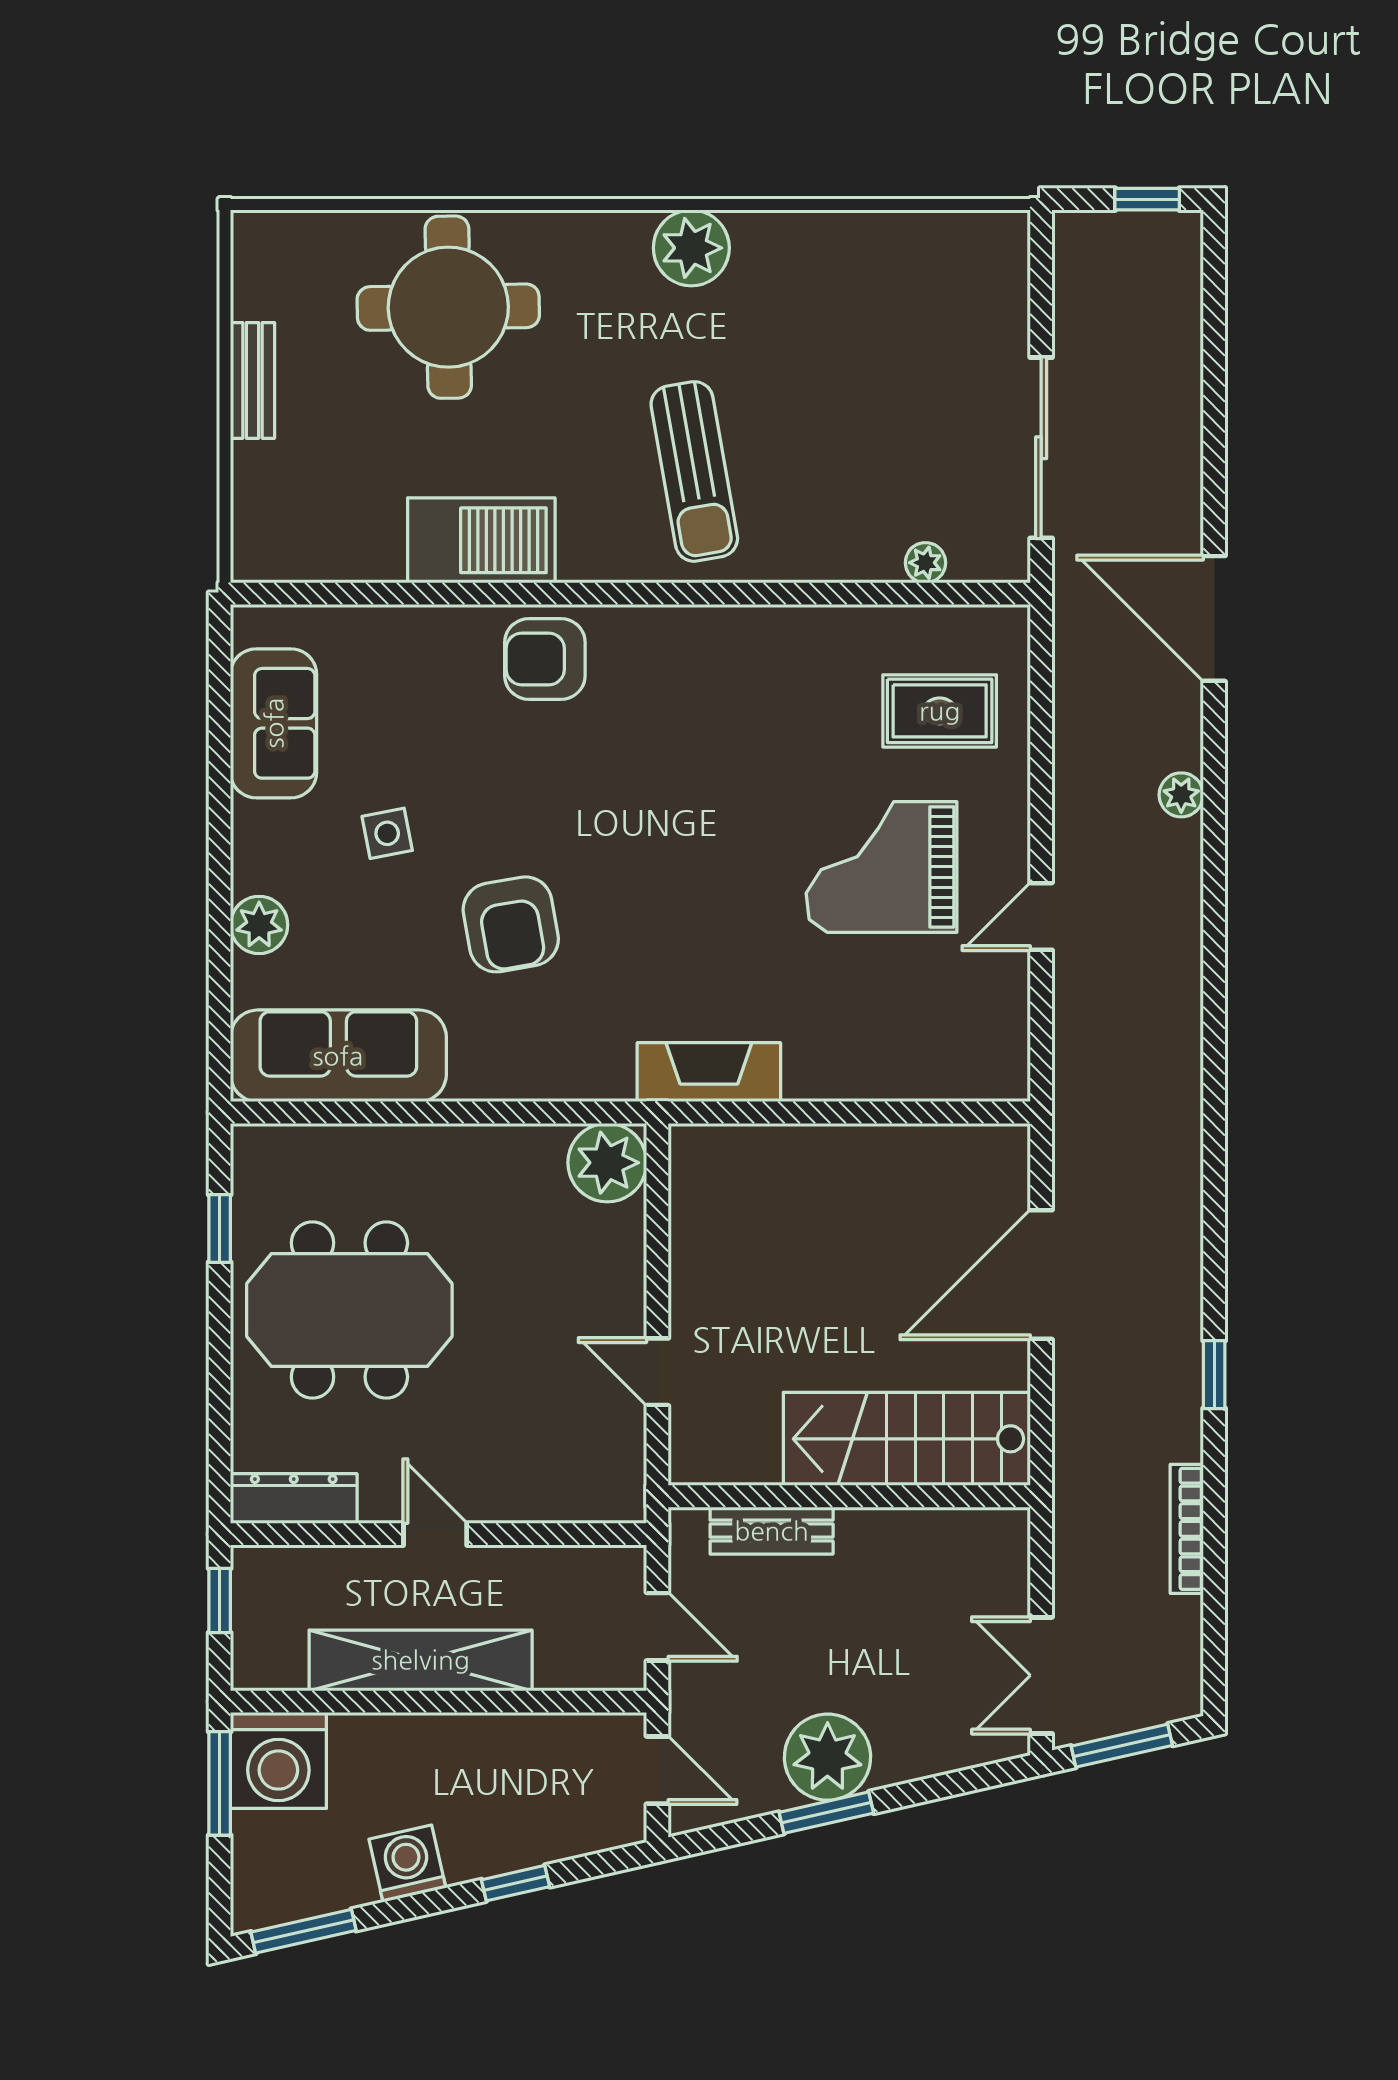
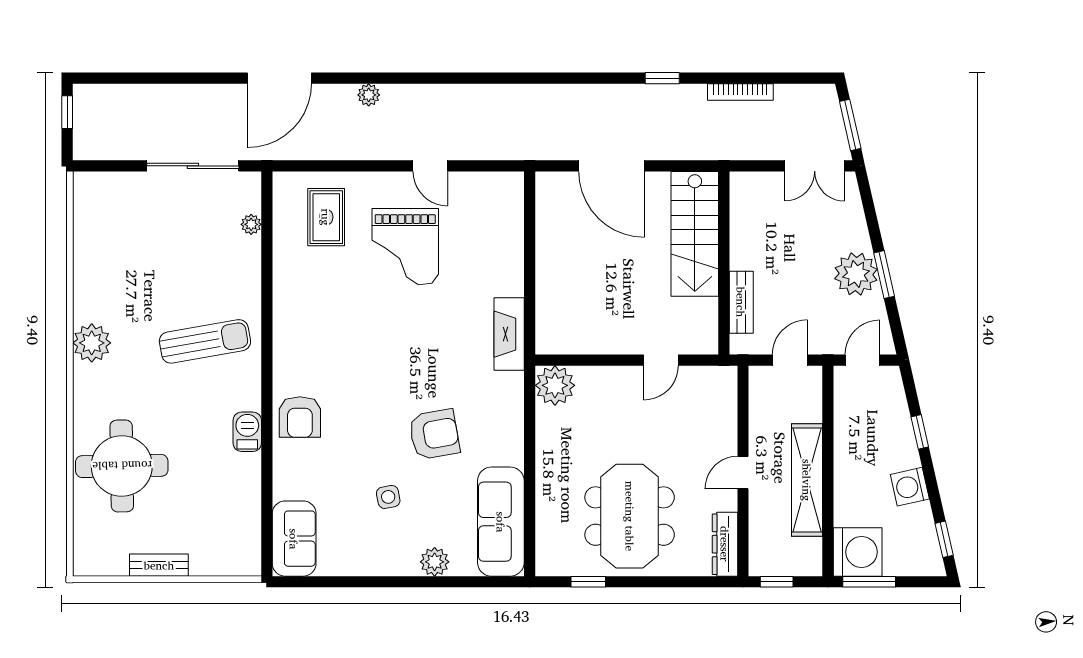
barbecue: (481, 540) -> (247, 432), width x0.53, depth x0.65
sofa: (274, 723) -> (294, 539), moved, turned 90
window: (303, 1931) -> (944, 539), width x0.67

